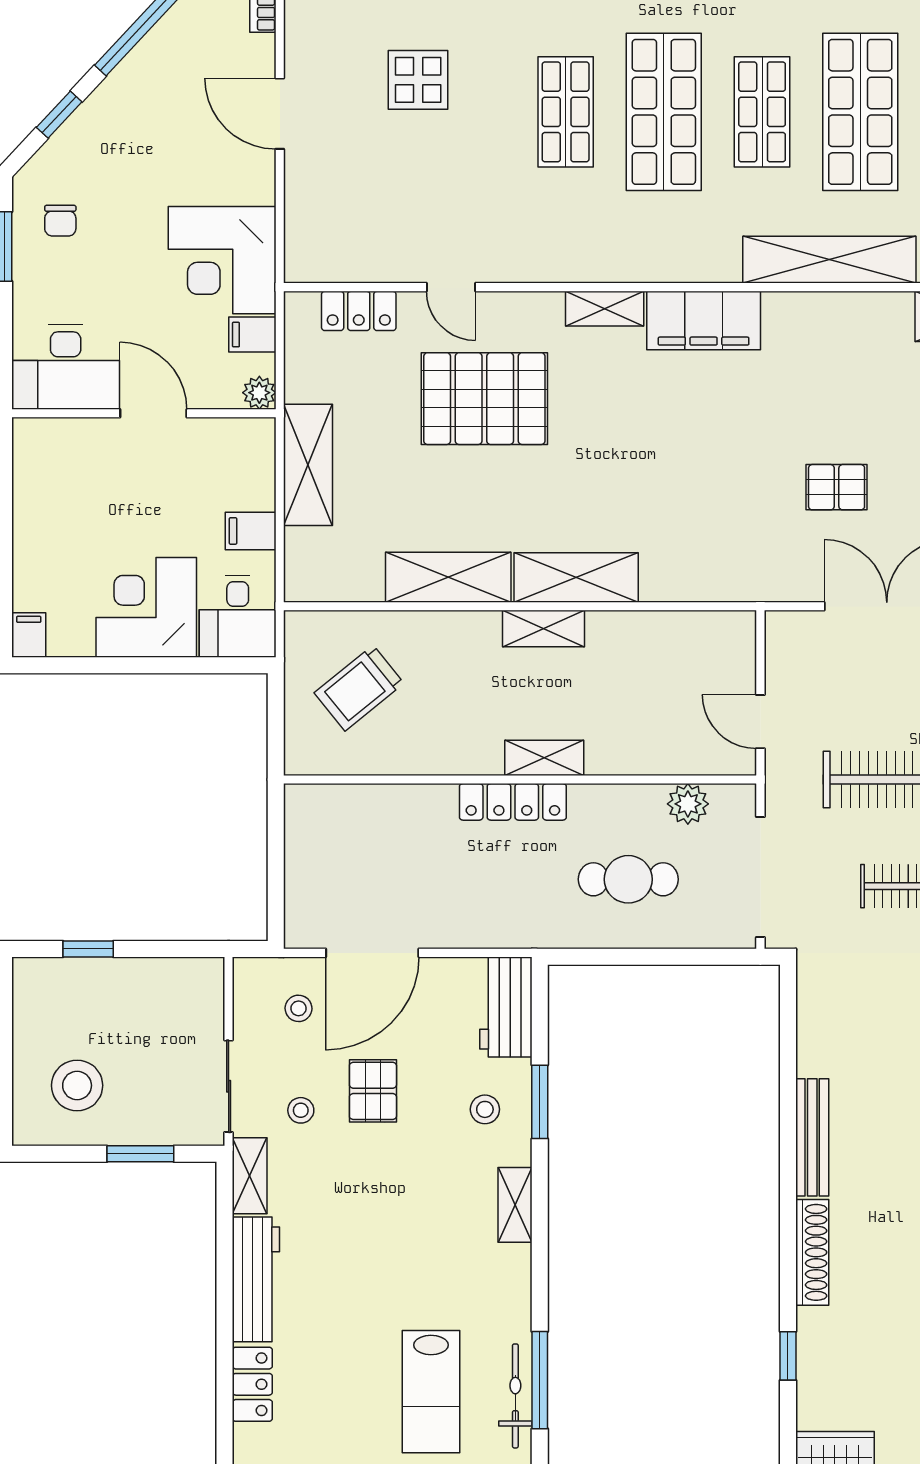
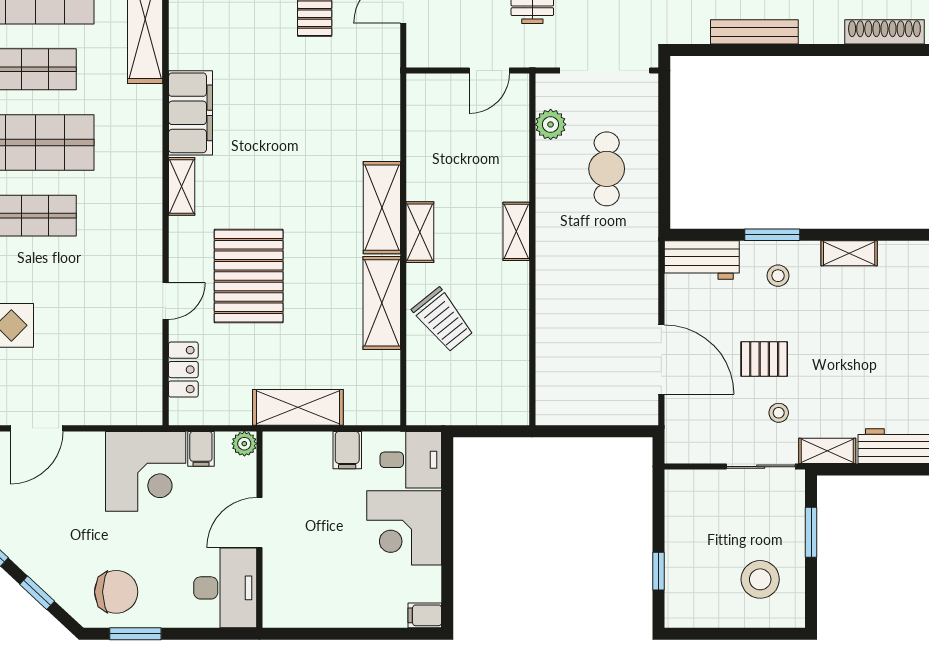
chair: (60, 221) -> (116, 592), width x1.87, depth x1.87
trolley: (359, 688) -> (443, 320), moved
locker: (513, 802) -> (549, 255), removed
stool: (299, 1008) -> (703, 414), removed
bench: (812, 1137) -> (754, 32), moved

